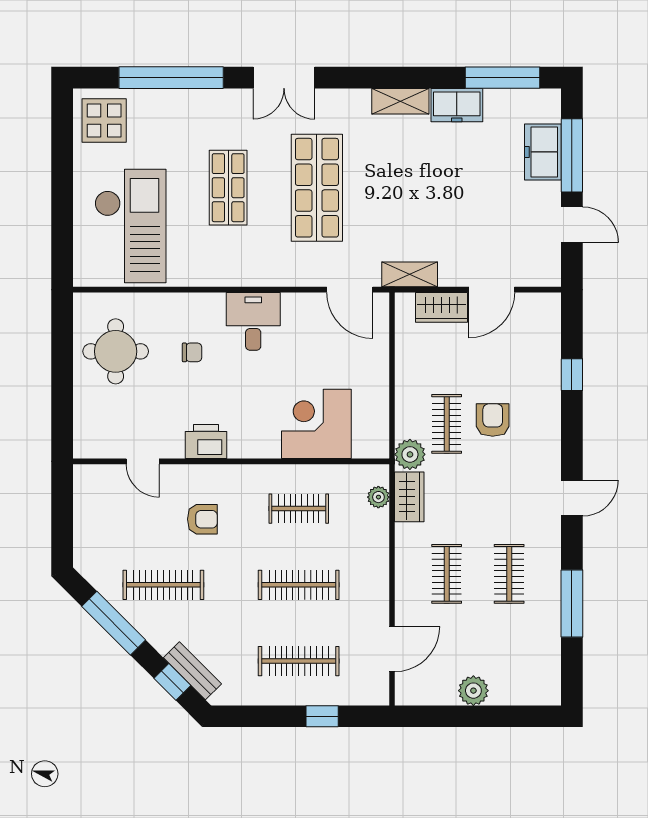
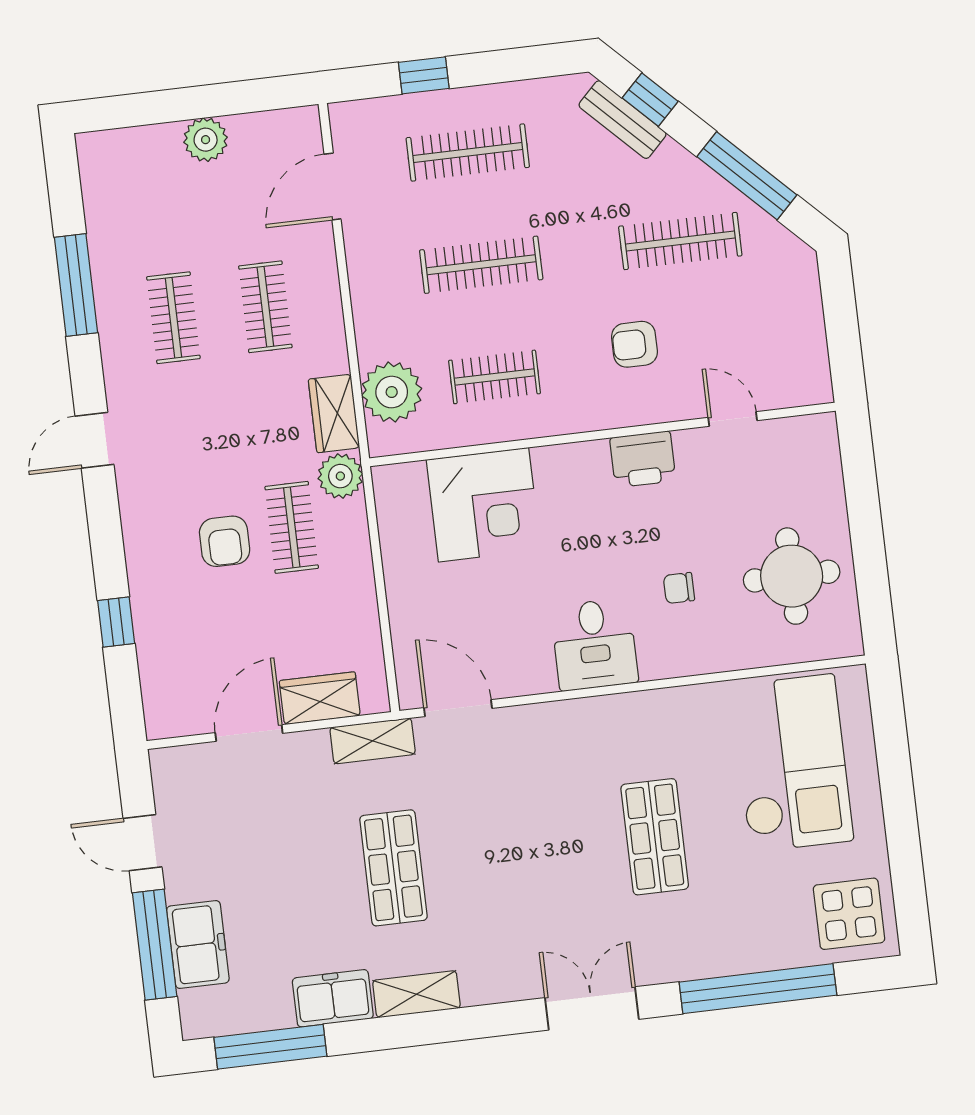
shop shelf: (317, 188) -> (393, 868), moved, width x0.70, depth x0.74
checkout: (130, 226) -> (792, 763), turned 180
plant: (378, 497) -> (392, 392), width x1.88, depth x1.88

